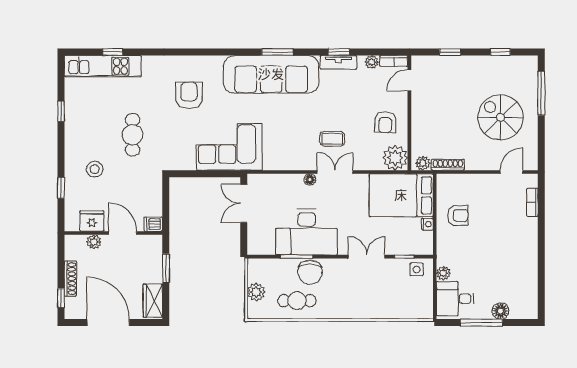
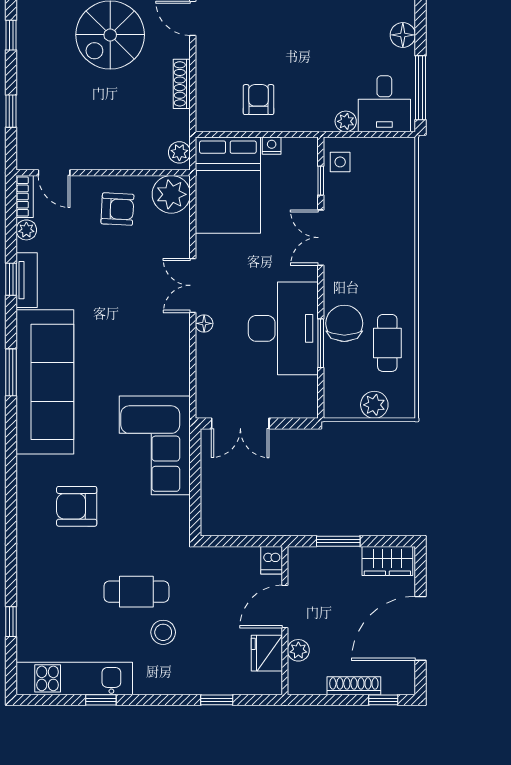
kitchen unit: (103, 66) -> (74, 678), moved, turned -90
coffee table: (332, 139) -> (142, 290), removed
shoe rack: (448, 165) -> (182, 84), moved
stool: (95, 169) -> (163, 632), moved
chair: (310, 272) -> (344, 323), turned -90
window: (481, 323) -> (420, 88), moved

